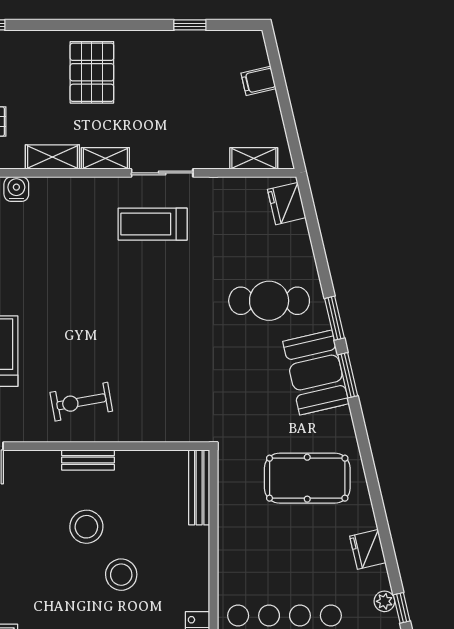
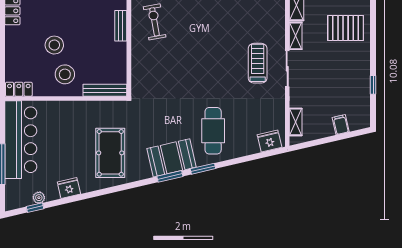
stool: (86, 527) -> (65, 74), moved

